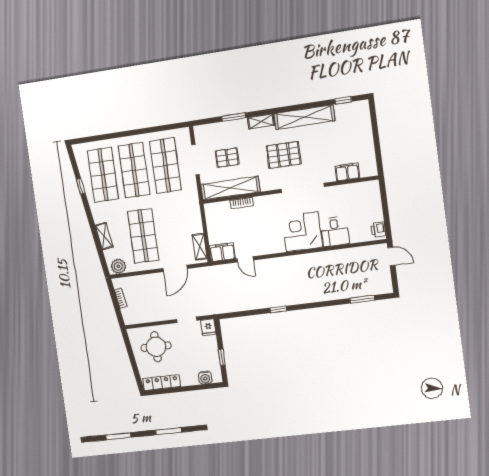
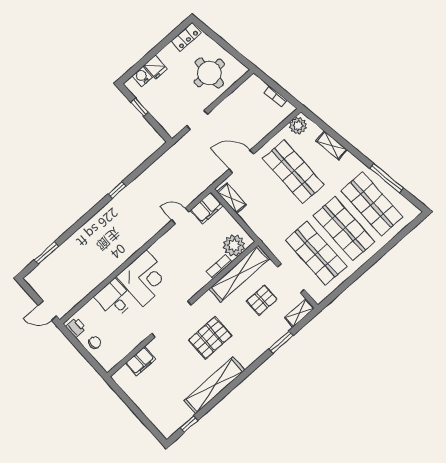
shelving: (261, 122) -> (299, 313), moved
window: (81, 186) -> (387, 178), width x2.17
chair: (372, 209) -> (95, 343), added
plant: (221, 211) -> (234, 246), added
door: (175, 268) -> (241, 162), hinge flipped
fridge: (208, 327) -> (156, 67), moved, turned 180
locker: (162, 383) -> (186, 37), width x0.66

